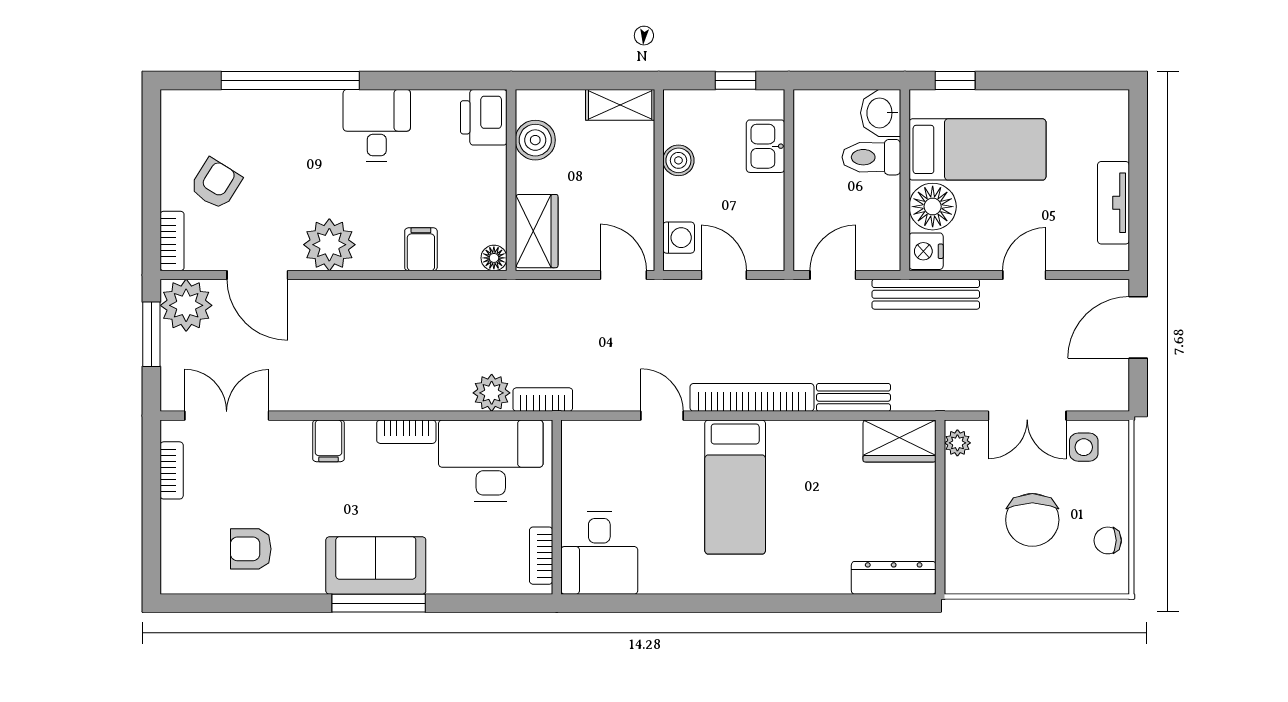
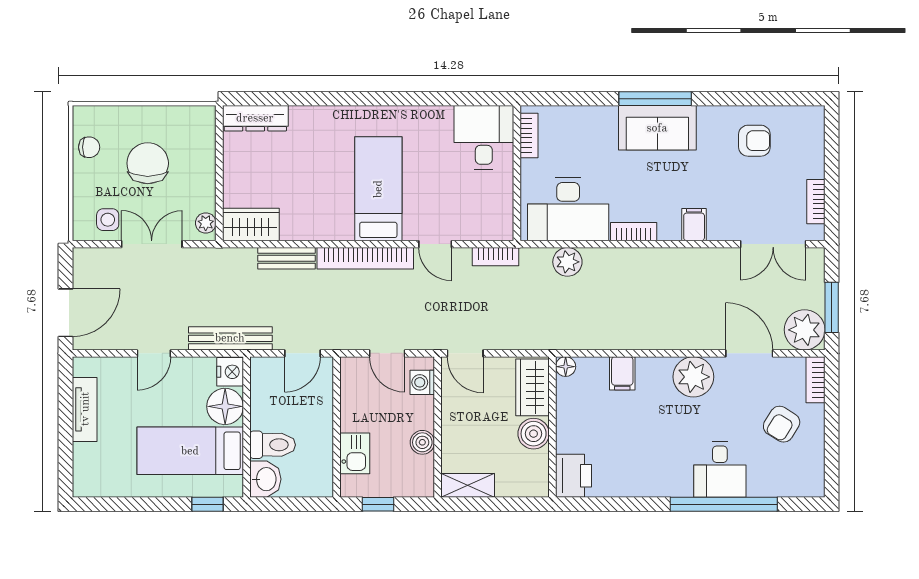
desk: (377, 125) -> (720, 469), moved
boiler: (535, 140) -> (534, 434), moved
bookcase: (543, 400) -> (496, 257), moved

